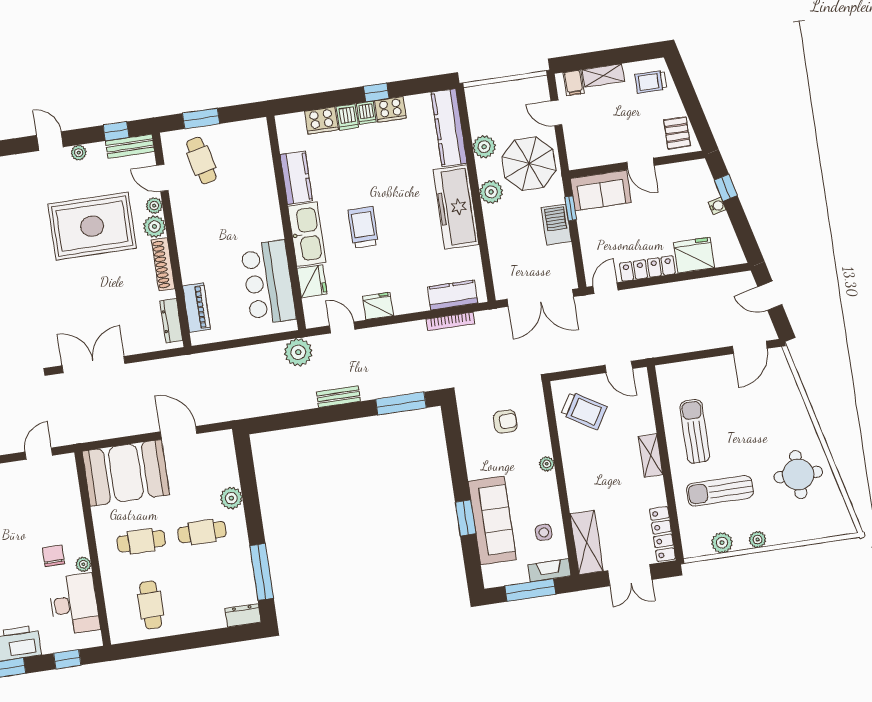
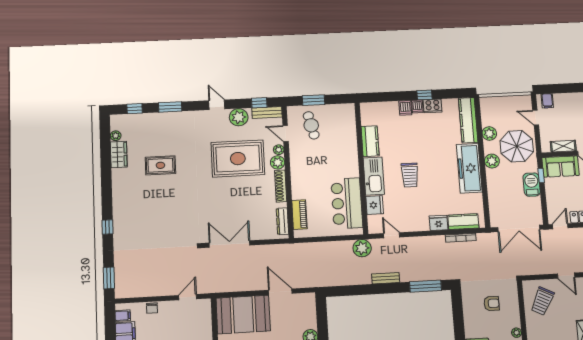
shelving: (603, 76) -> (563, 146), moved
cooker: (321, 120) -> (389, 108), removed
plant: (79, 153) -> (239, 117), width x1.88, depth x1.88
trolley: (363, 227) -> (410, 175), turned 180
fridge: (378, 306) -> (439, 223), moved
trolley: (584, 411) -> (542, 301), turned 86

